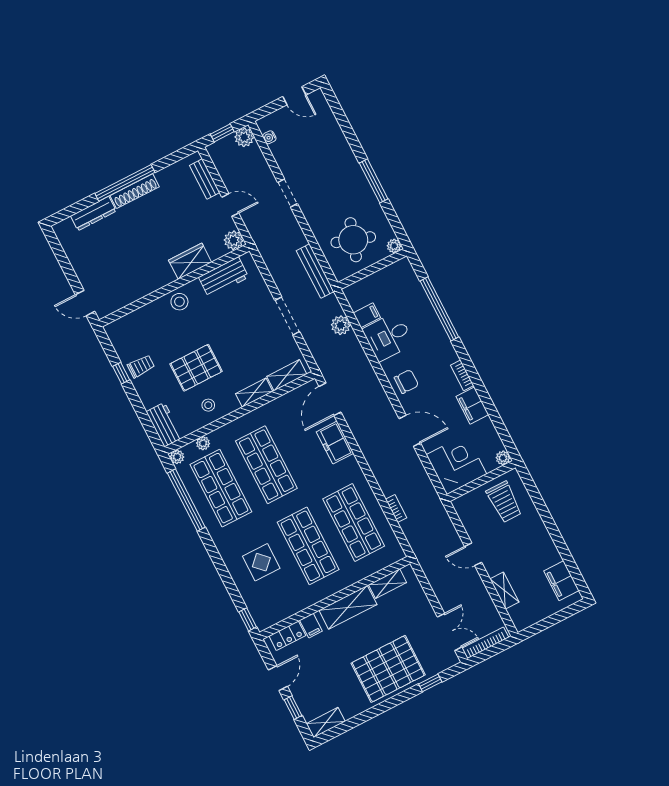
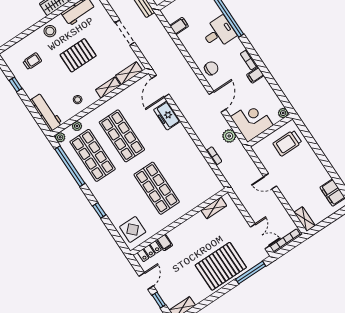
plant: (341, 325) -> (229, 136), moved
desk: (388, 337) -> (219, 33), moved, turned 180
trolley: (141, 366) -> (32, 61), moved
pallet: (196, 368) -> (78, 55), moved
filing cabinet: (472, 406) -> (255, 75), width x0.50
workbench: (164, 425) -> (46, 112), width x1.37
door: (410, 431) -> (217, 102), hinge flipped
trolley: (504, 502) -> (287, 143), turned 90
shop shelf: (354, 522) -> (186, 169), removed
display table: (261, 562) -> (133, 229), moved
shelving: (504, 590) -> (305, 219), moved
shelving: (348, 607) -> (189, 227), removed
window: (248, 619) -> (99, 210), moved
window: (430, 683) -> (251, 273), width x2.17

